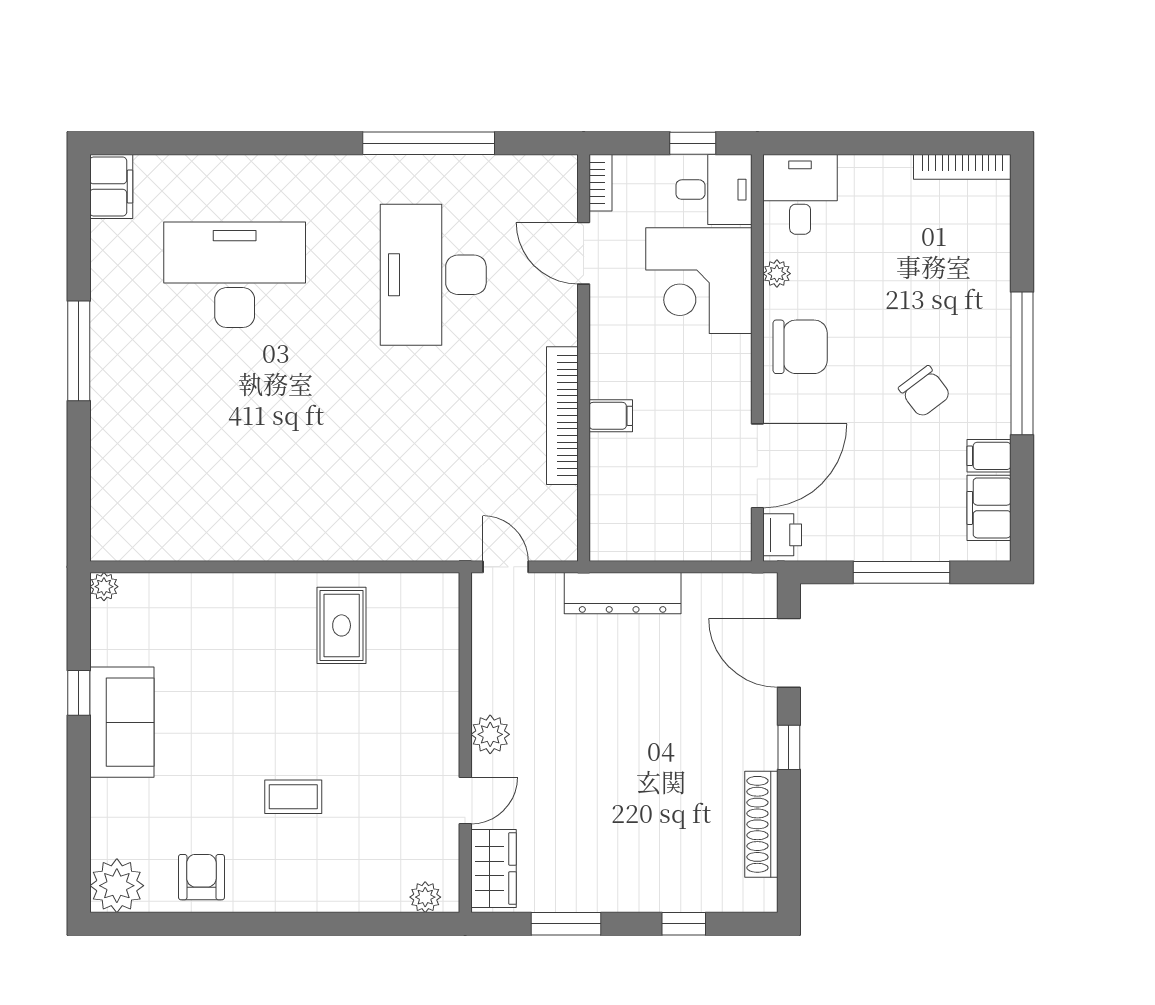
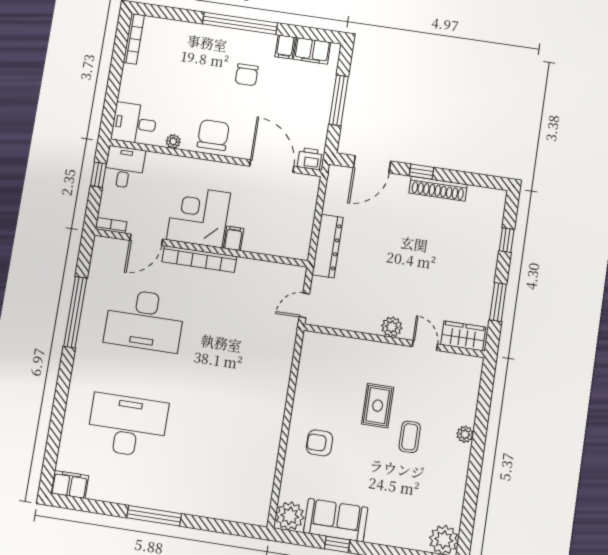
desk: (235, 275) -> (127, 426), turned 90
corner desk: (699, 281) -> (198, 216), moved, turned 180
chair: (925, 392) -> (247, 75), turned 127
bookcase: (562, 416) -> (199, 259), moved
plant: (104, 587) -> (290, 516), width x1.87, depth x1.87
rug: (342, 625) -> (378, 406), moved, turned 90
sofa: (122, 722) -> (336, 520), moved
shoe rack: (761, 824) -> (438, 189), moved
armchair: (201, 877) -> (319, 443), moved
plant: (425, 897) -> (465, 434), moved

